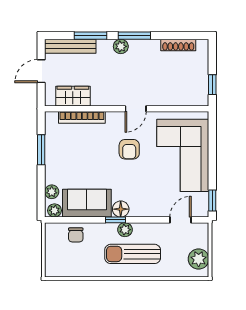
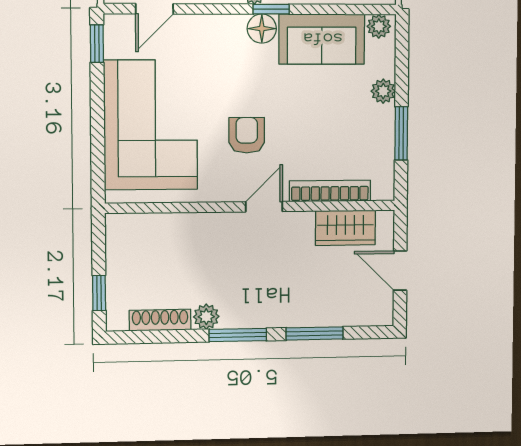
bench: (70, 46) -> (349, 314), removed
plant: (121, 46) -> (206, 317), moved
door: (41, 71) -> (400, 271), swing flipped
window: (212, 85) -> (99, 293), moved
door: (136, 109) -> (264, 207), moved
plant: (52, 192) -> (383, 91), moved

